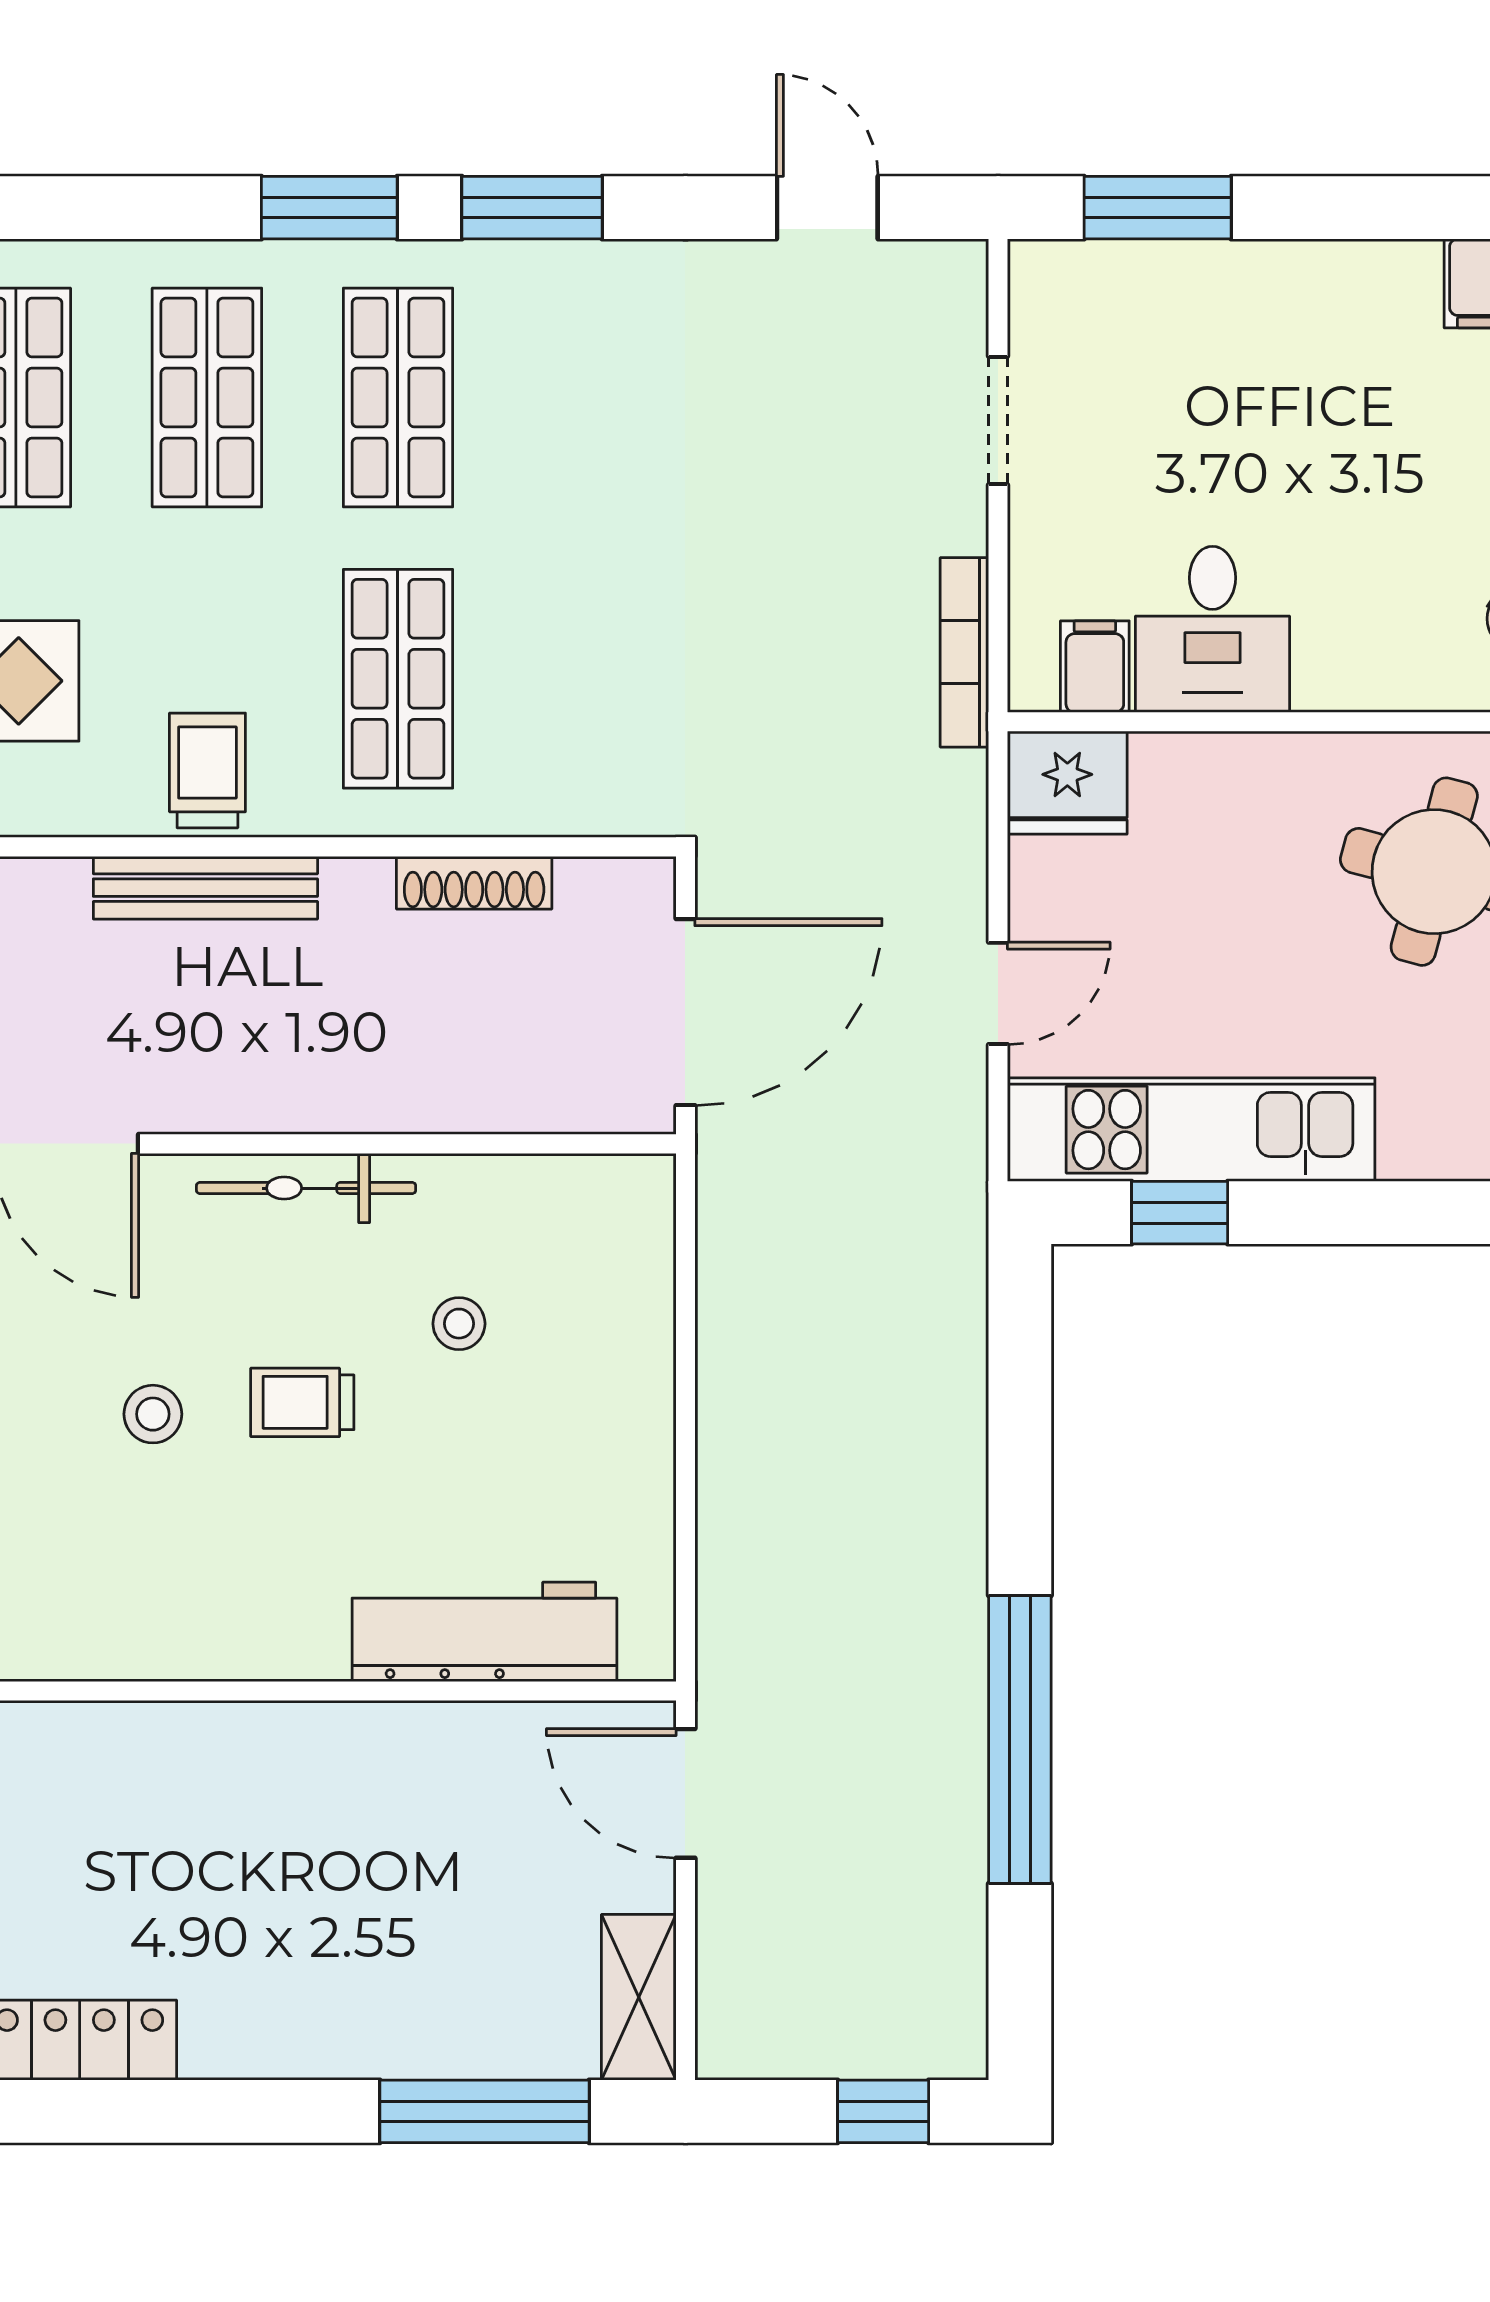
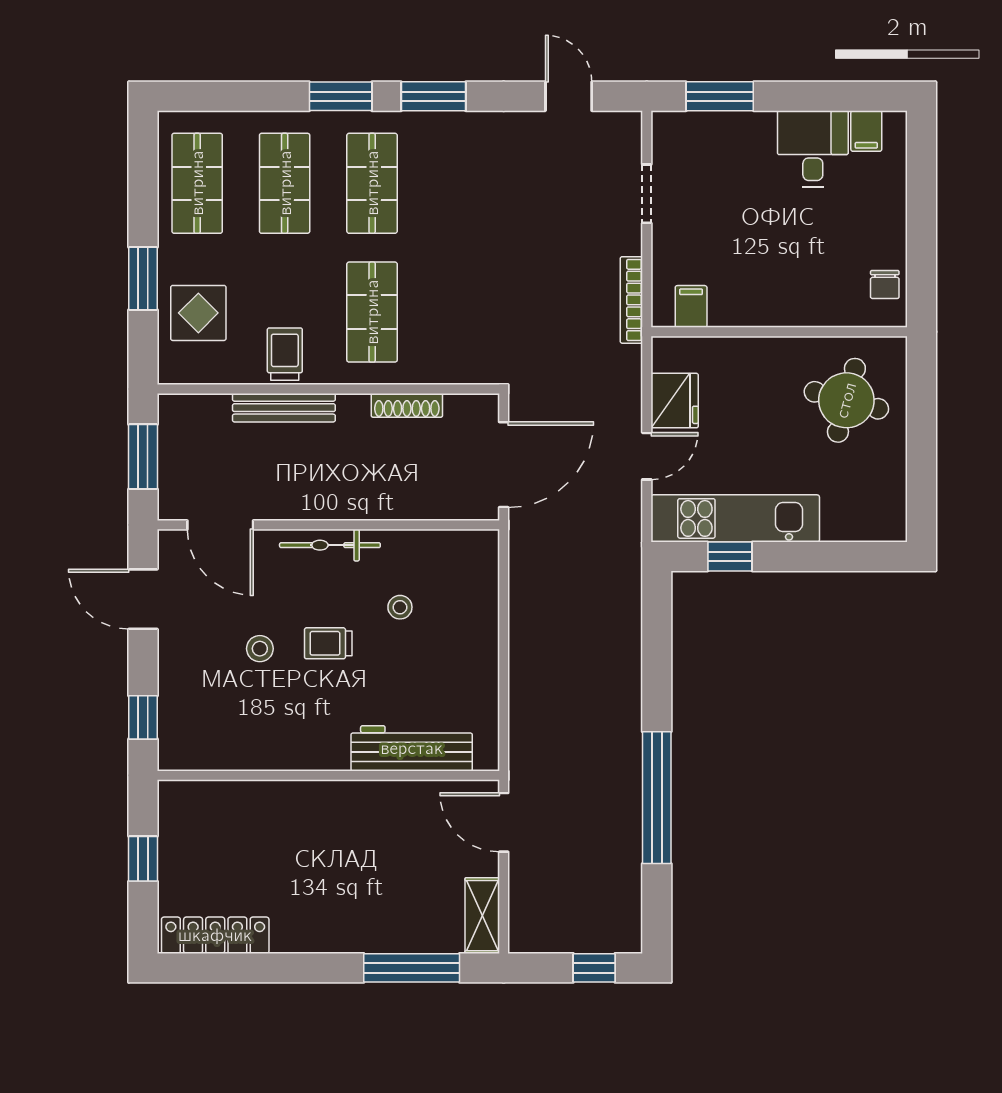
desk: (1212, 629) -> (813, 149), moved, turned 180
fridge: (1067, 783) -> (675, 401), moved, turned -90

